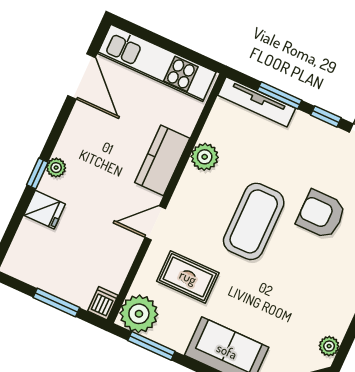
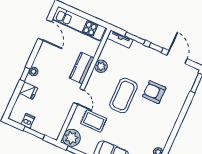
tv unit: (257, 102) -> (120, 39), width x0.71
door: (155, 223) -> (79, 96), swing flipped
dishwasher: (103, 303) -> (28, 121), moved

